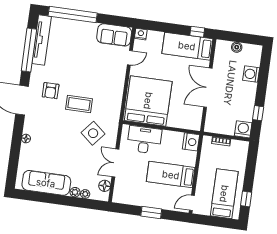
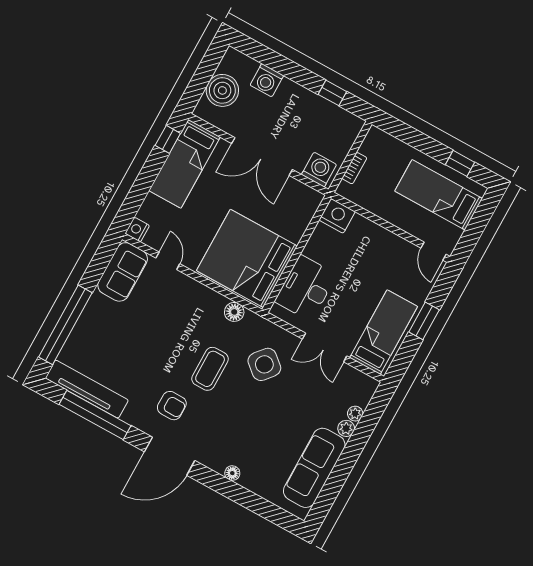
boiler: (237, 47) -> (222, 90), width x1.86, depth x1.86
washing machine: (243, 129) -> (319, 170), moved, turned 90
bed: (171, 175) -> (384, 332), moved, turned 180
floor lamp: (105, 186) -> (234, 312), moved

